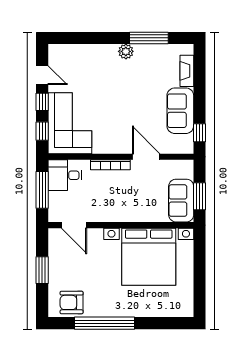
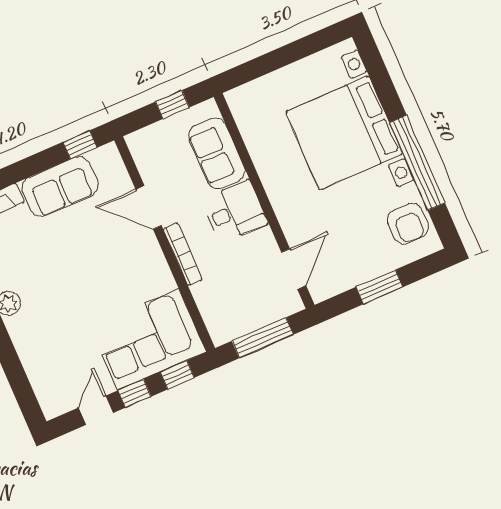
door: (146, 157) -> (149, 207), hinge flipped
desk: (65, 175) -> (235, 212), moved, turned -90
window: (200, 196) -> (172, 105), width x0.67
sofa: (181, 201) -> (217, 153), moved, turned 90
bed with nightstands: (149, 257) -> (344, 133), moved, turned 180

